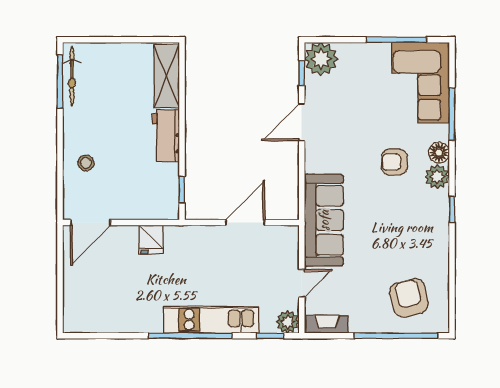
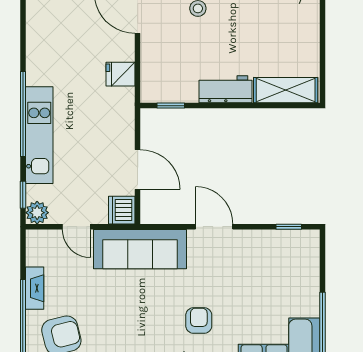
plant: (321, 59) -> (303, 246), removed
door: (302, 122) -> (214, 227), moved
dishwasher: (285, 238) -> (122, 210), added
fireplace: (327, 324) -> (35, 288), moved

